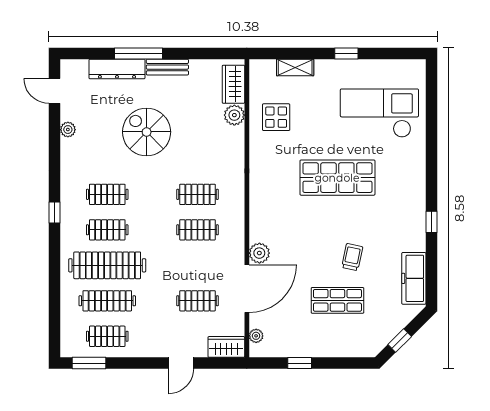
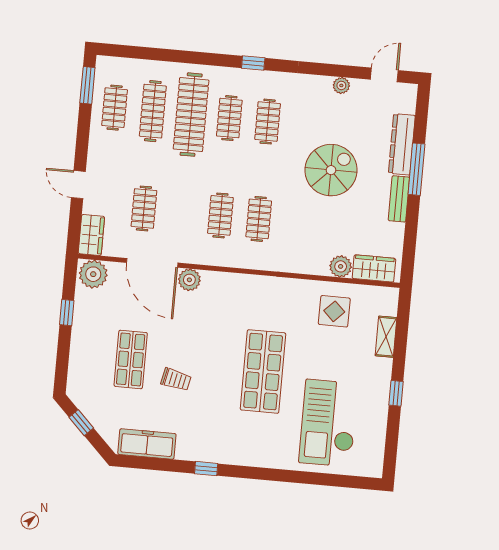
checkout: (379, 113) -> (328, 423), turned 180
plant: (256, 336) -> (93, 274), width x1.87, depth x1.87

